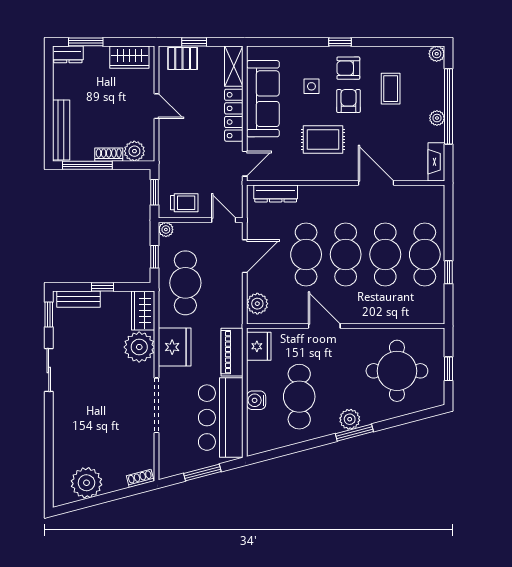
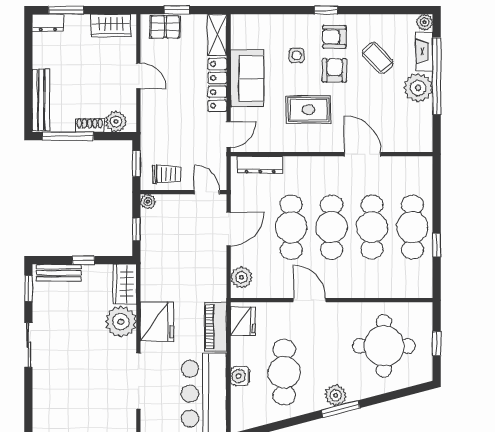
coffee table: (391, 89) -> (378, 58), turned -43
sofa: (263, 99) -> (247, 78), width x0.73
plant: (437, 118) -> (418, 88), width x1.88, depth x1.88
fireplace: (436, 162) -> (424, 52), moved
cafe table: (185, 283) -> (168, 256), removed

